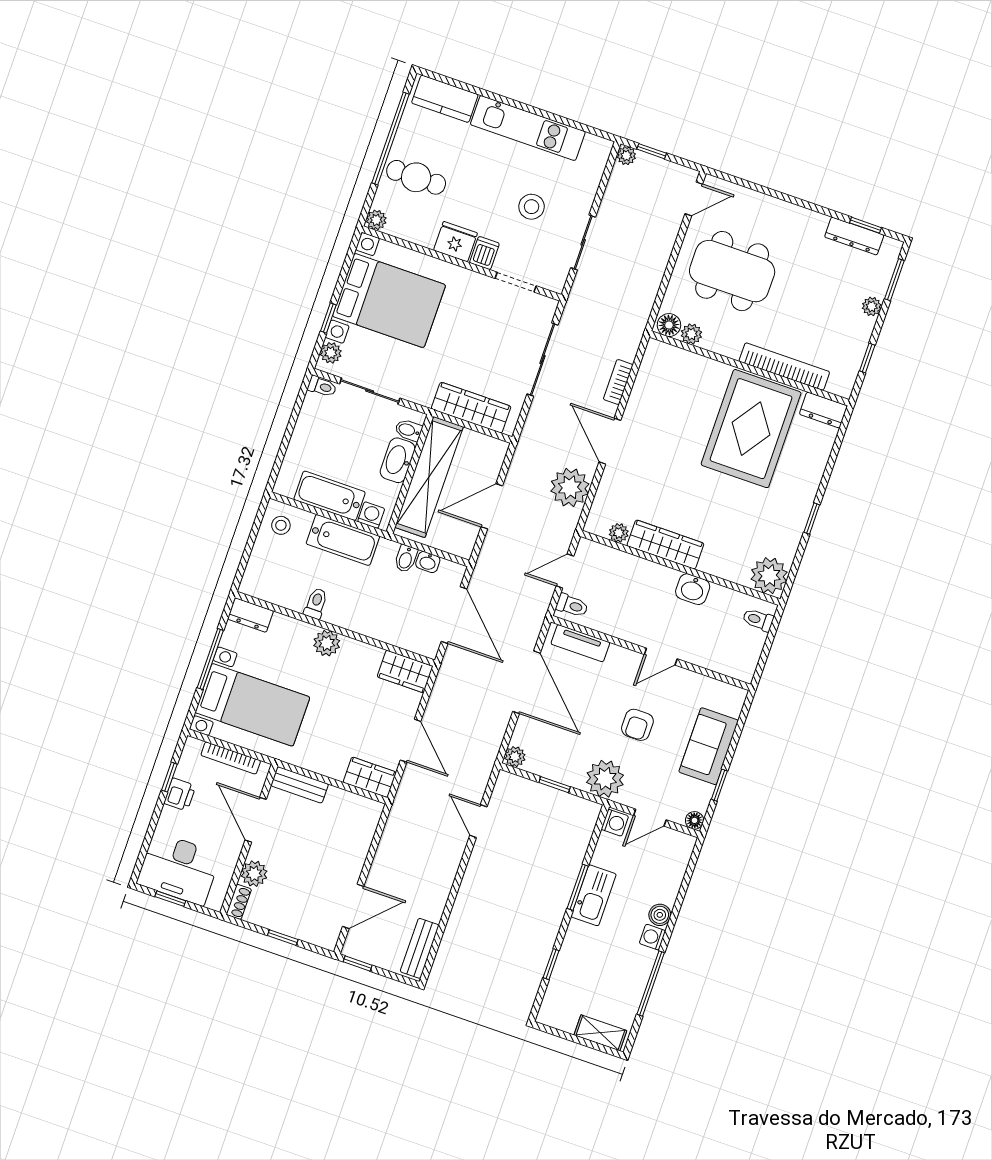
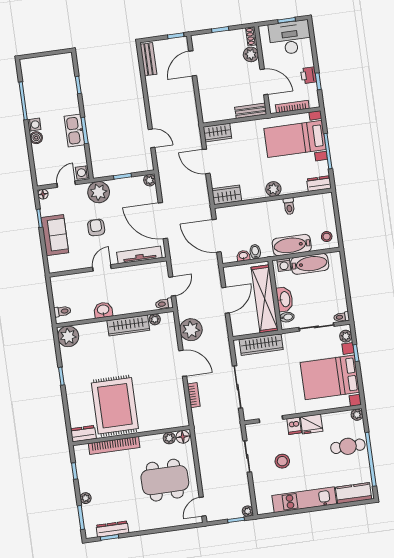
toilet: (572, 605) -> (164, 304), moved
tv unit: (580, 643) -> (139, 255), width x1.41
shelving: (600, 1033) -> (36, 63), removed

